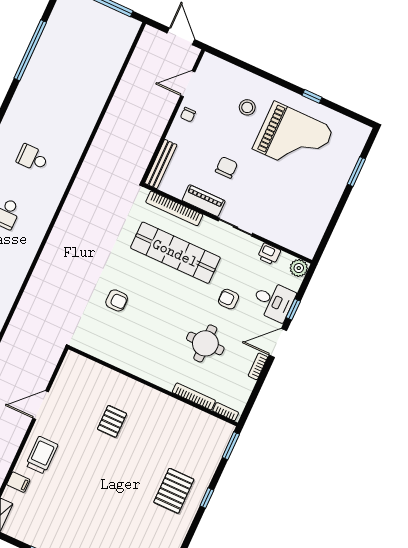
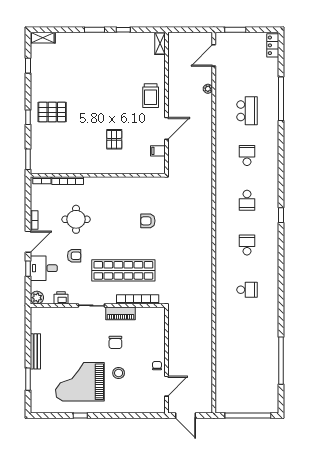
stool: (247, 107) -> (119, 373), moved
bench: (161, 164) -> (35, 351), moved
filing cabinet: (18, 482) -> (158, 151), moved
pallet: (174, 491) -> (52, 112), turned 90

